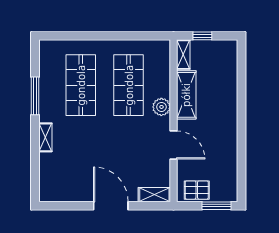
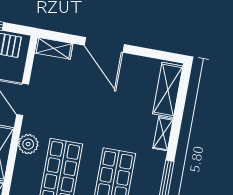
shelving: (48, 176) -> (168, 90), added

